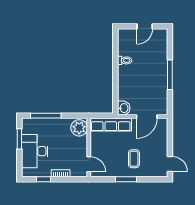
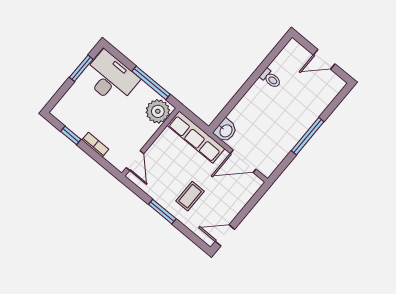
window: (46, 116) -> (151, 83), moved
desk: (35, 151) -> (111, 78), moved, turned 90
door: (170, 164) -> (225, 235), swing flipped

